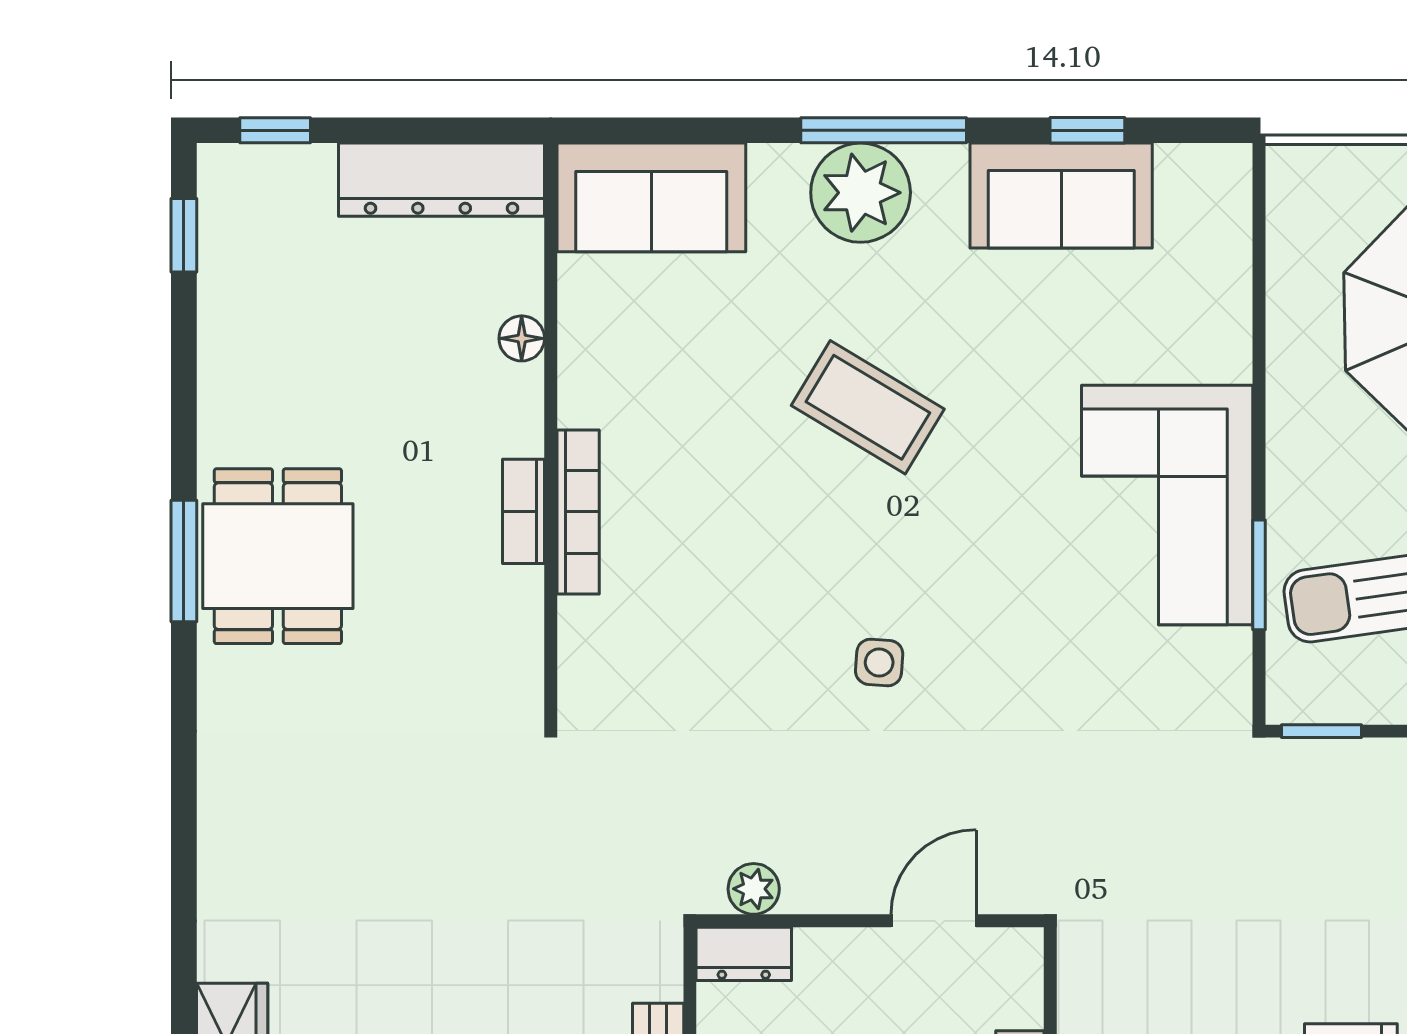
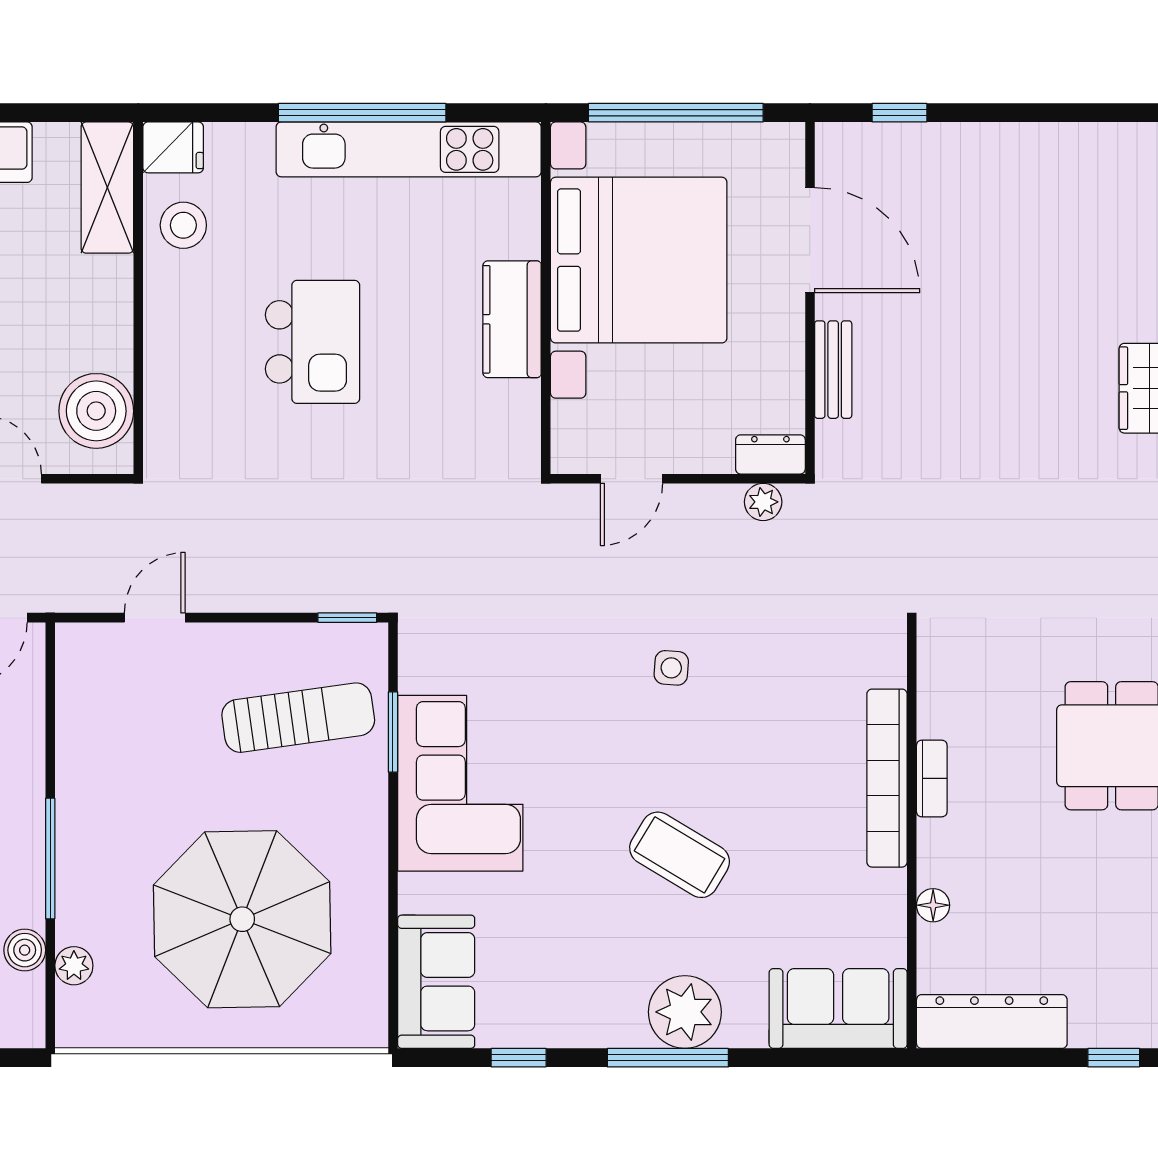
sofa: (1061, 196) -> (436, 982), moved, turned 90
bookcase: (578, 512) -> (887, 778), width x1.48, depth x1.31

